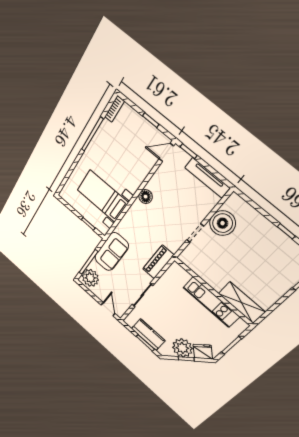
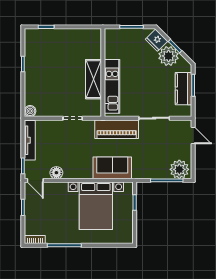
bed with nightstands: (103, 196) -> (96, 206), width x1.36
floor lamp: (146, 197) -> (56, 173), moved
boiler: (223, 223) -> (30, 111), moved, width x0.54, depth x0.54
sofa: (111, 252) -> (112, 168), moved
piano: (158, 262) -> (117, 129), width x1.37, depth x1.33
kitchen unit: (211, 302) -> (112, 86), moved
shelving: (242, 303) -> (93, 79), moved
door: (108, 309) -> (193, 136), swing flipped

